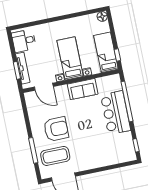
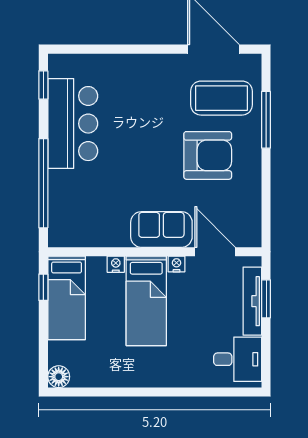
sofa: (83, 89) -> (161, 229), moved
bar counter: (116, 113) -> (73, 124), moved
armchair: (56, 129) -> (208, 155), turned 180

